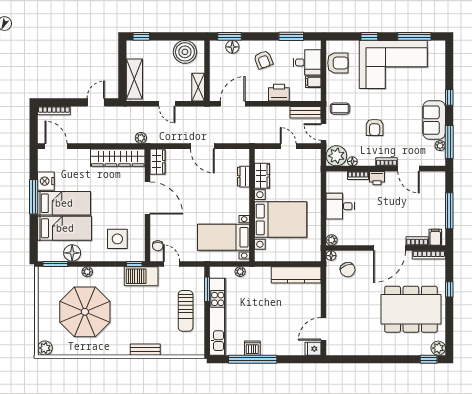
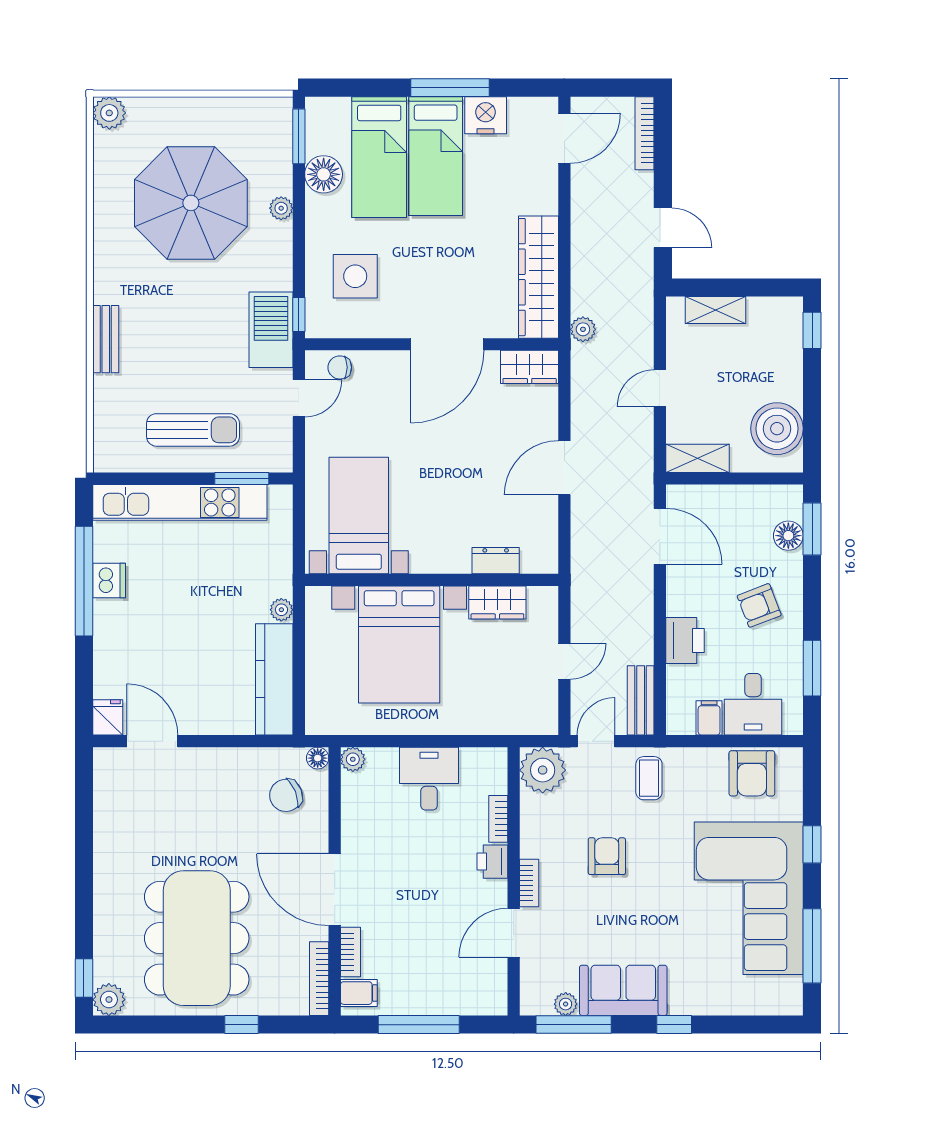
shelving: (134, 79) -> (716, 310), width x0.67, depth x0.75
armchair: (375, 127) -> (607, 856), turned 90
floor lamp: (352, 161) -> (530, 806), removed
plant: (240, 272) -> (281, 610), moved
sun lounger: (186, 311) -> (193, 430), turned 180

